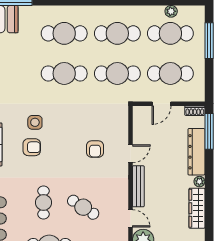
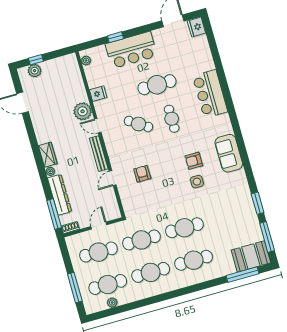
wardrobe: (197, 208) -> (48, 155), width x0.67

